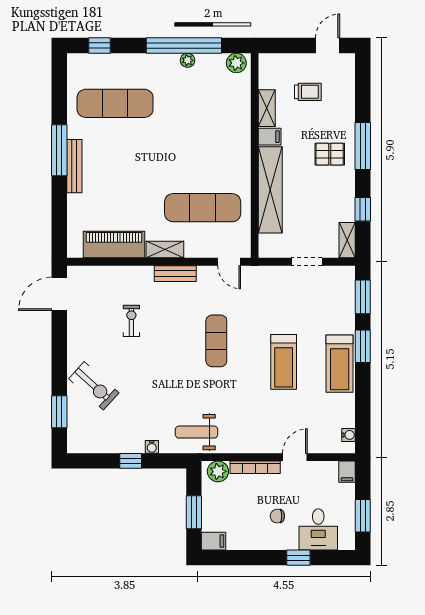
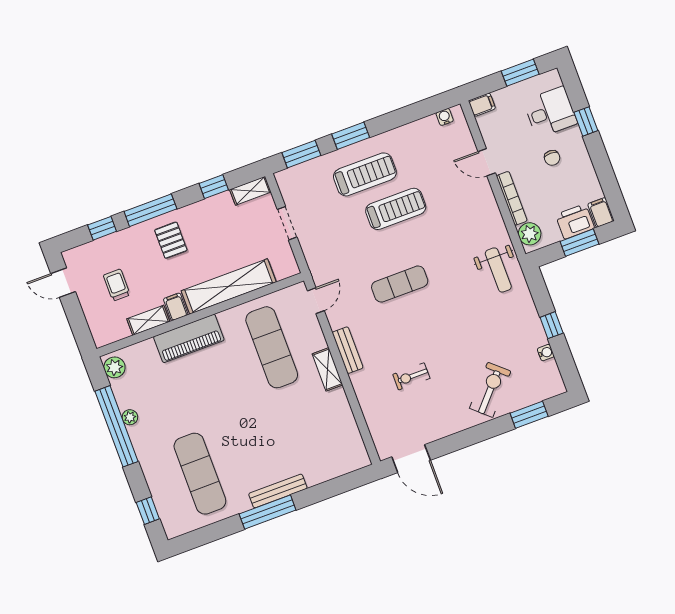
window: (363, 98) -> (102, 228), added
piano: (114, 245) -> (189, 338), moved, turned -90
treadmill: (340, 364) -> (365, 174), moved
water cooler: (152, 447) -> (546, 353), moved
printer: (214, 515) -> (575, 221), added

